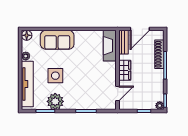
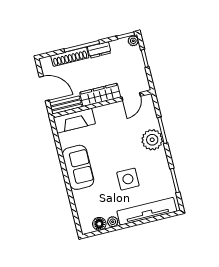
floor lamp: (27, 35) -> (99, 224), moved
sofa: (57, 40) -> (78, 167), moved
wardrobe: (125, 70) -> (100, 95), width x1.50
dresser: (159, 78) -> (99, 50), added
door: (118, 94) -> (131, 97), swing flipped
plant: (55, 101) -> (152, 140), moved

